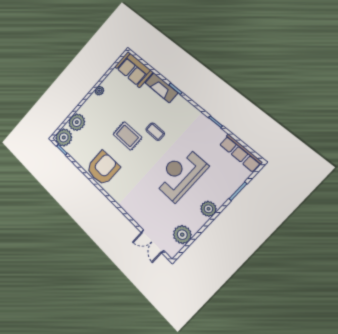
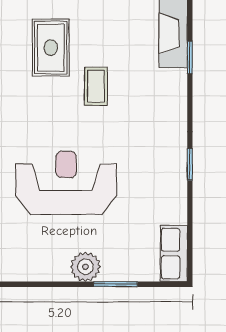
row of seats: (241, 153) -> (174, 254), width x0.68
plant: (208, 209) -> (85, 267), moved

